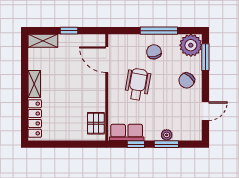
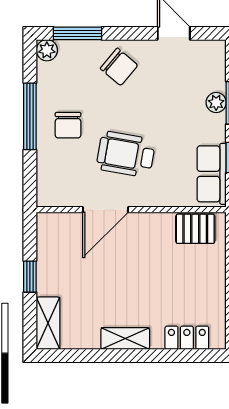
plant: (191, 45) -> (47, 50), width x0.53, depth x0.53
chair: (154, 52) -> (68, 125), turned -76
door: (107, 60) -> (106, 210), moved
locker: (35, 119) -> (187, 338), width x0.66

